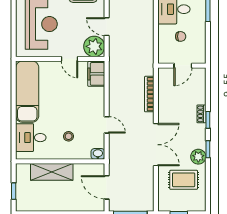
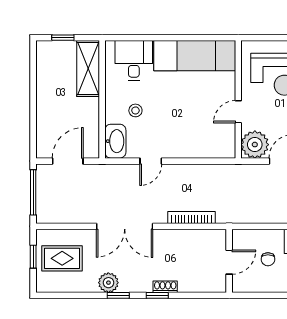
door: (183, 66) -> (229, 262), swing flipped
filing cabinet: (96, 74) -> (218, 147), removed
washbasin: (98, 154) -> (115, 141), width x1.91, depth x1.45
shelving: (52, 172) -> (88, 68), moved
rug: (184, 180) -> (62, 258), moved, turned 90

